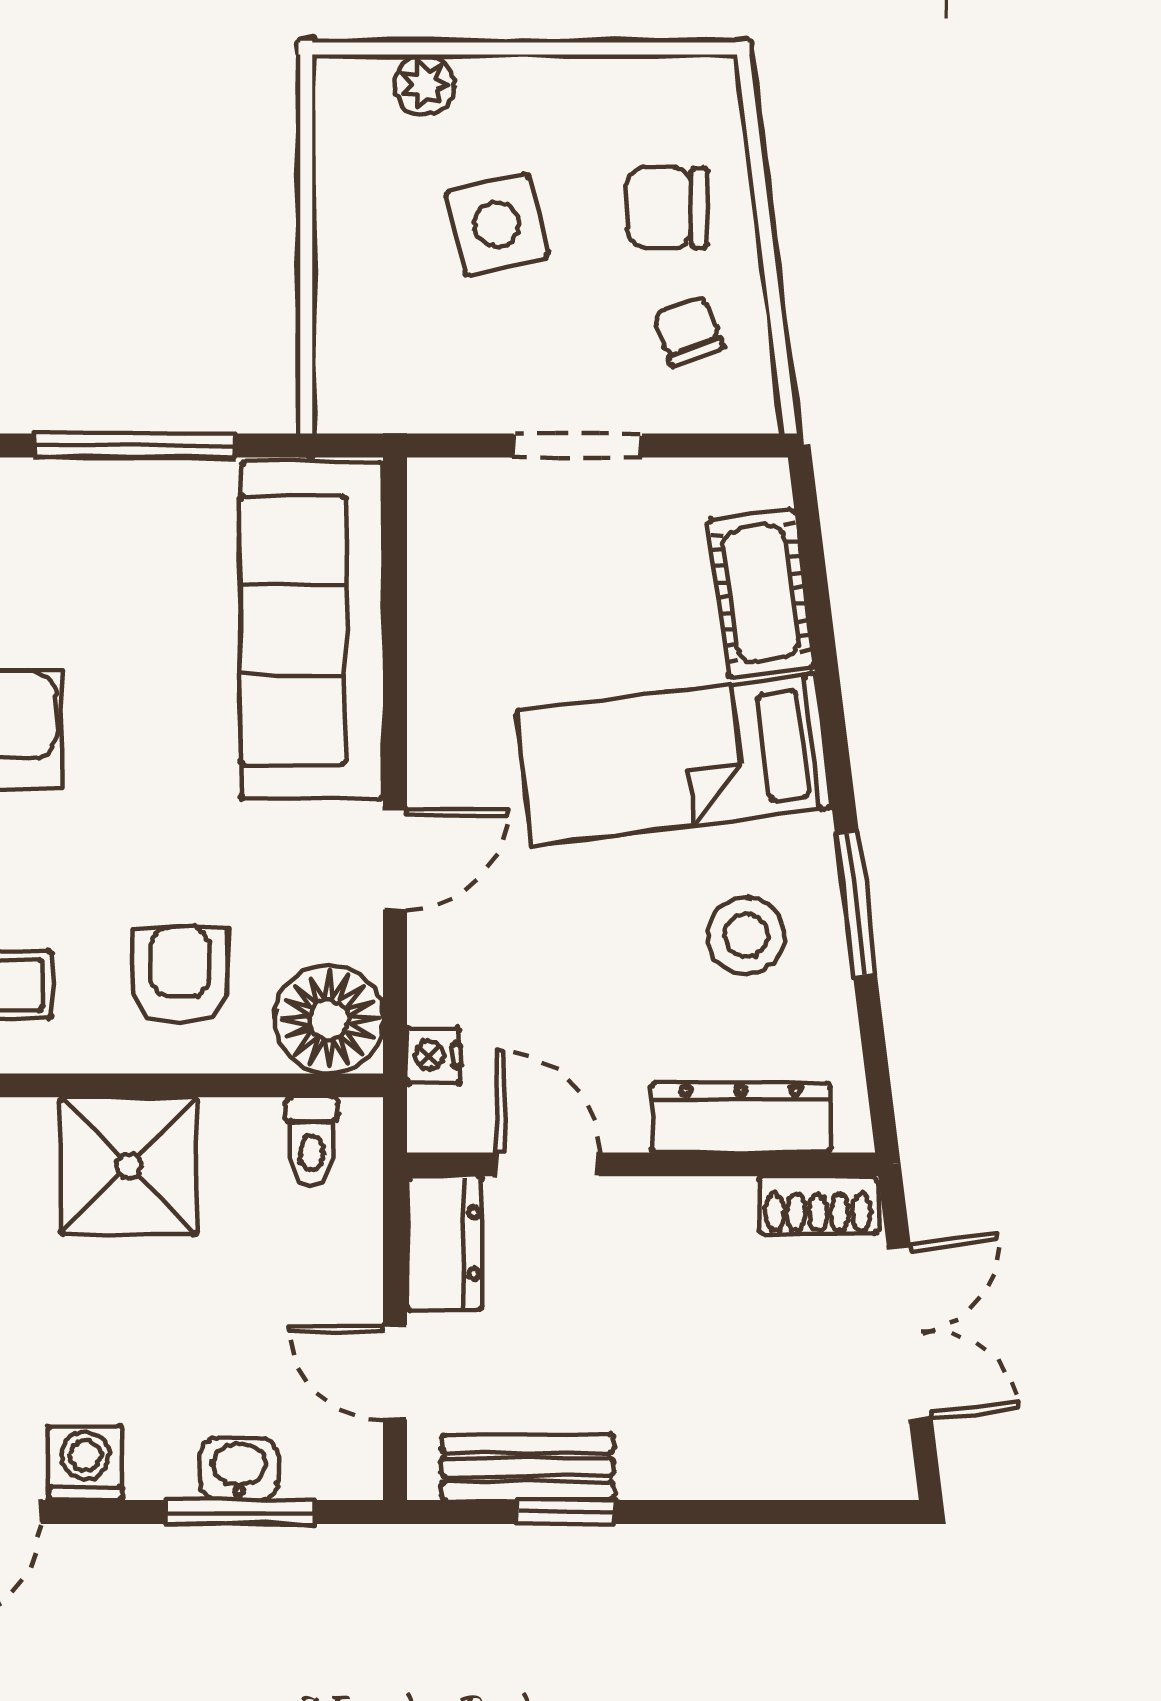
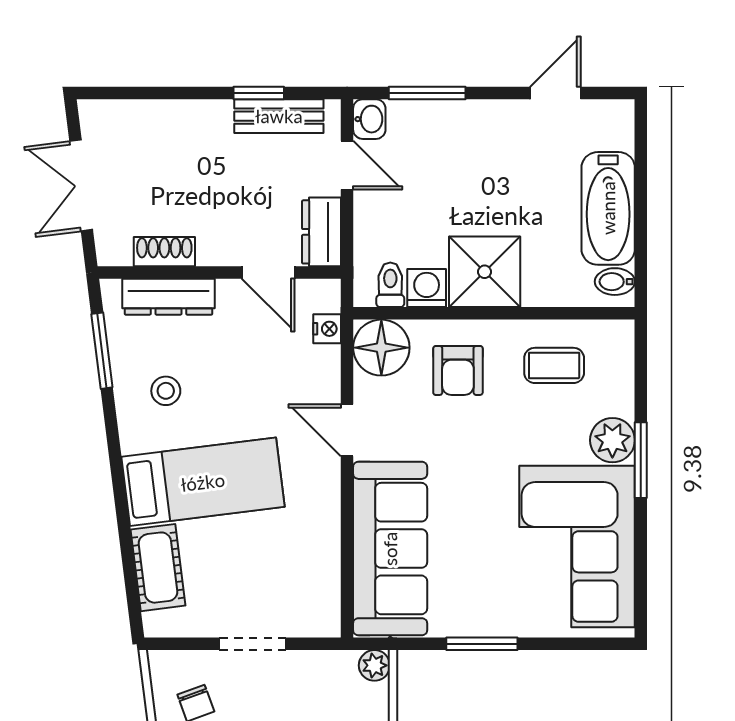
plant: (342, 404) -> (374, 665), added
window: (134, 445) -> (482, 644), width x0.69
door: (395, 859) -> (347, 430), hinge flipped
window: (856, 904) -> (102, 351), moved
stool: (746, 935) -> (166, 391), width x0.73, depth x0.73
shoe rack: (818, 1205) -> (164, 252), moved
washing machine: (85, 1463) -> (427, 288), moved, turned 180
washbasin: (239, 1469) -> (369, 119), moved, turned -90

